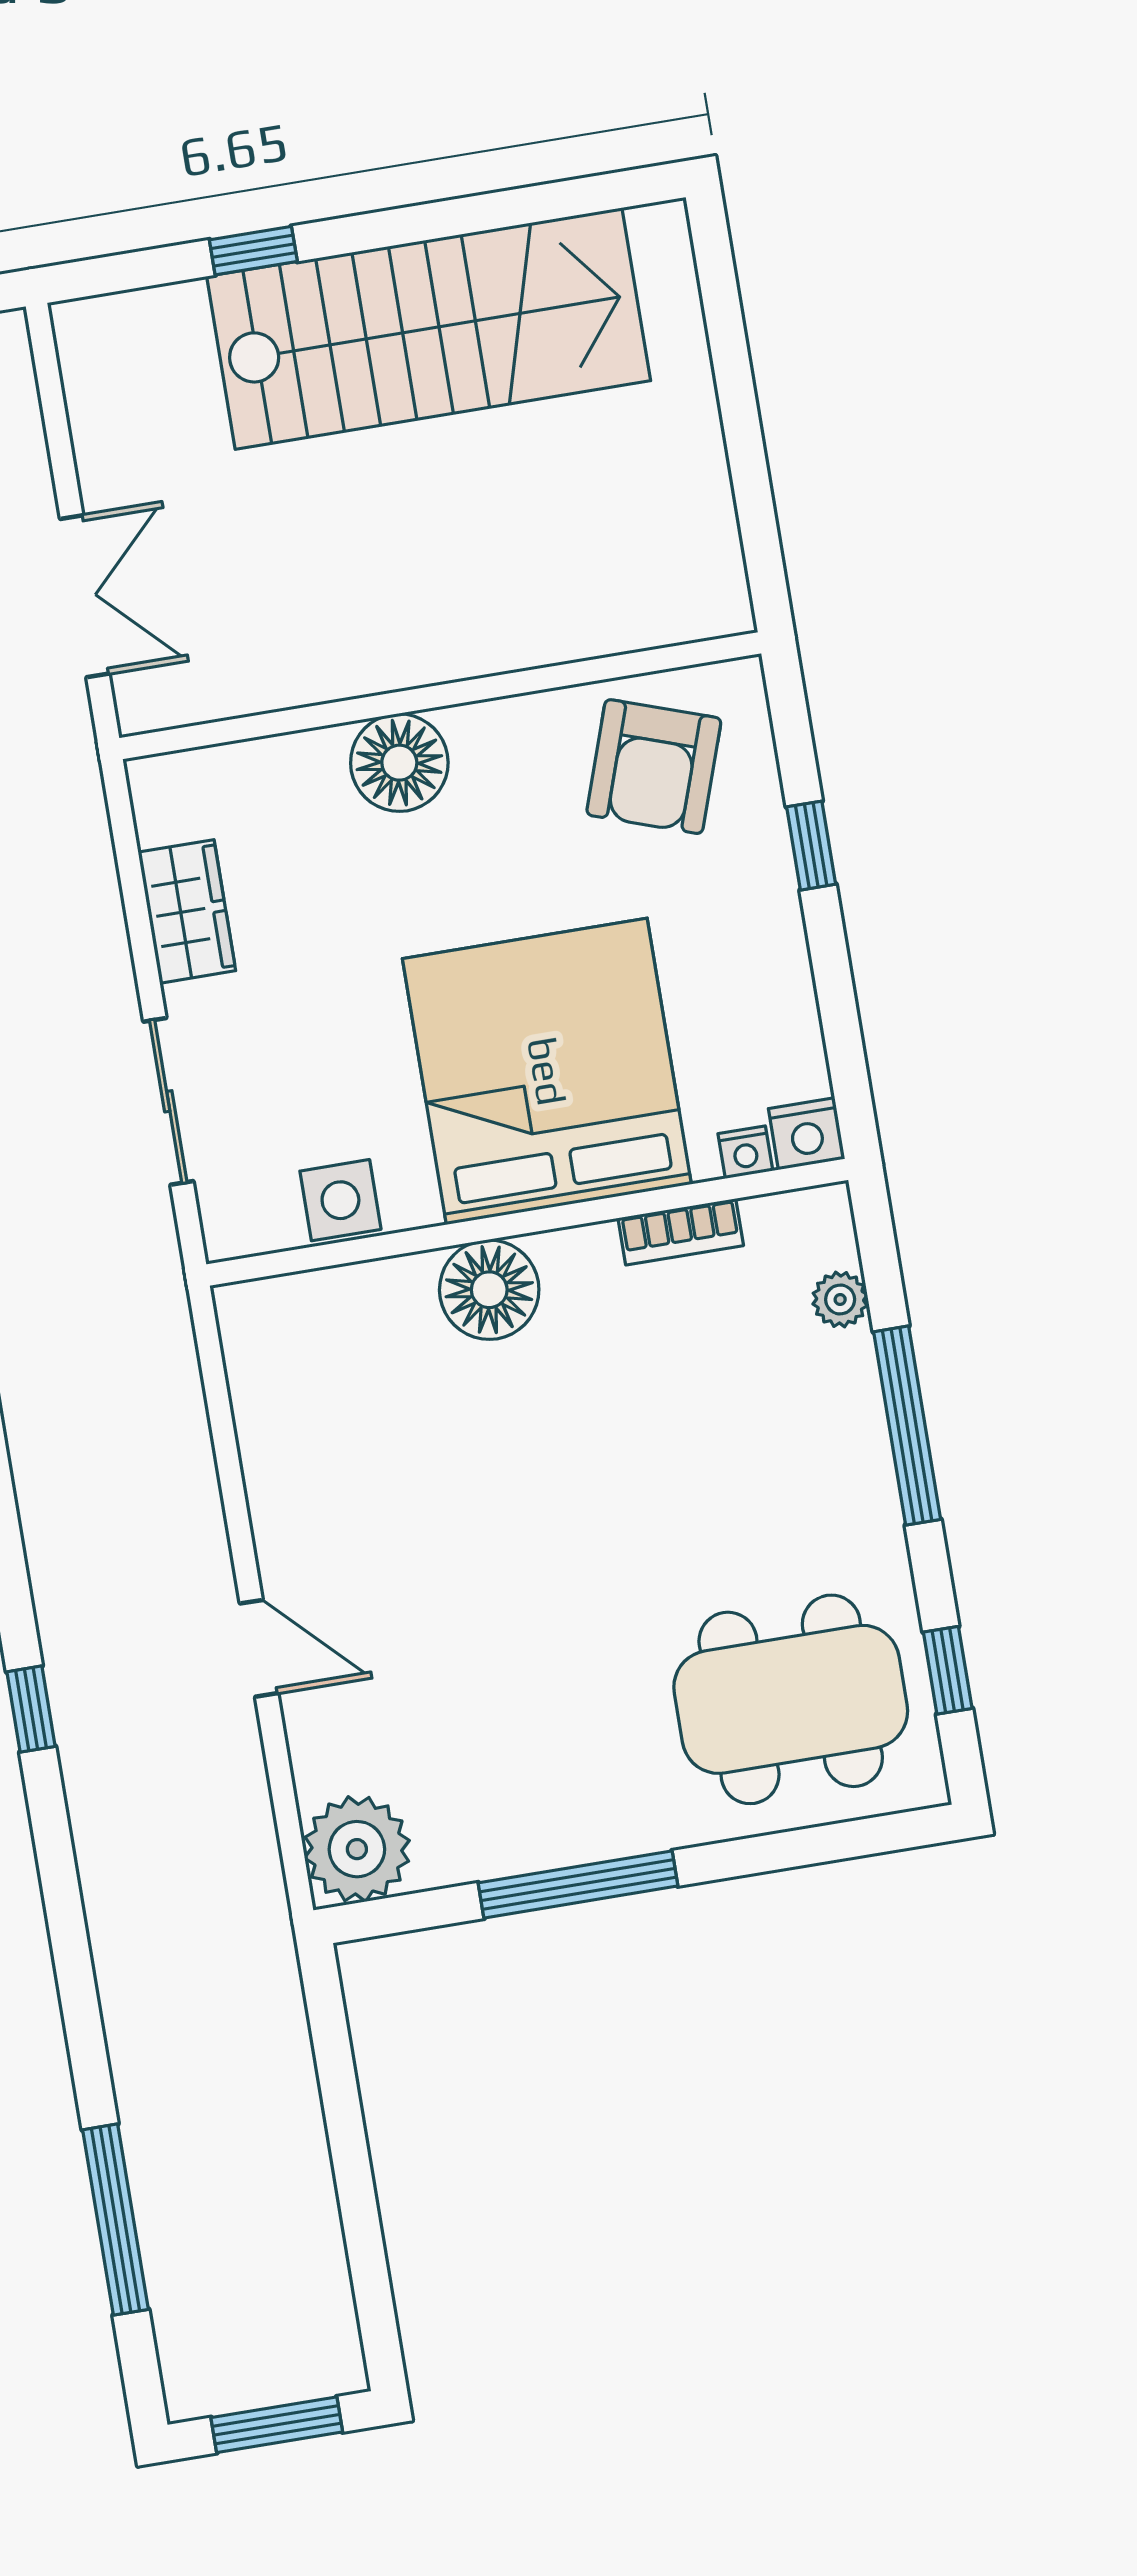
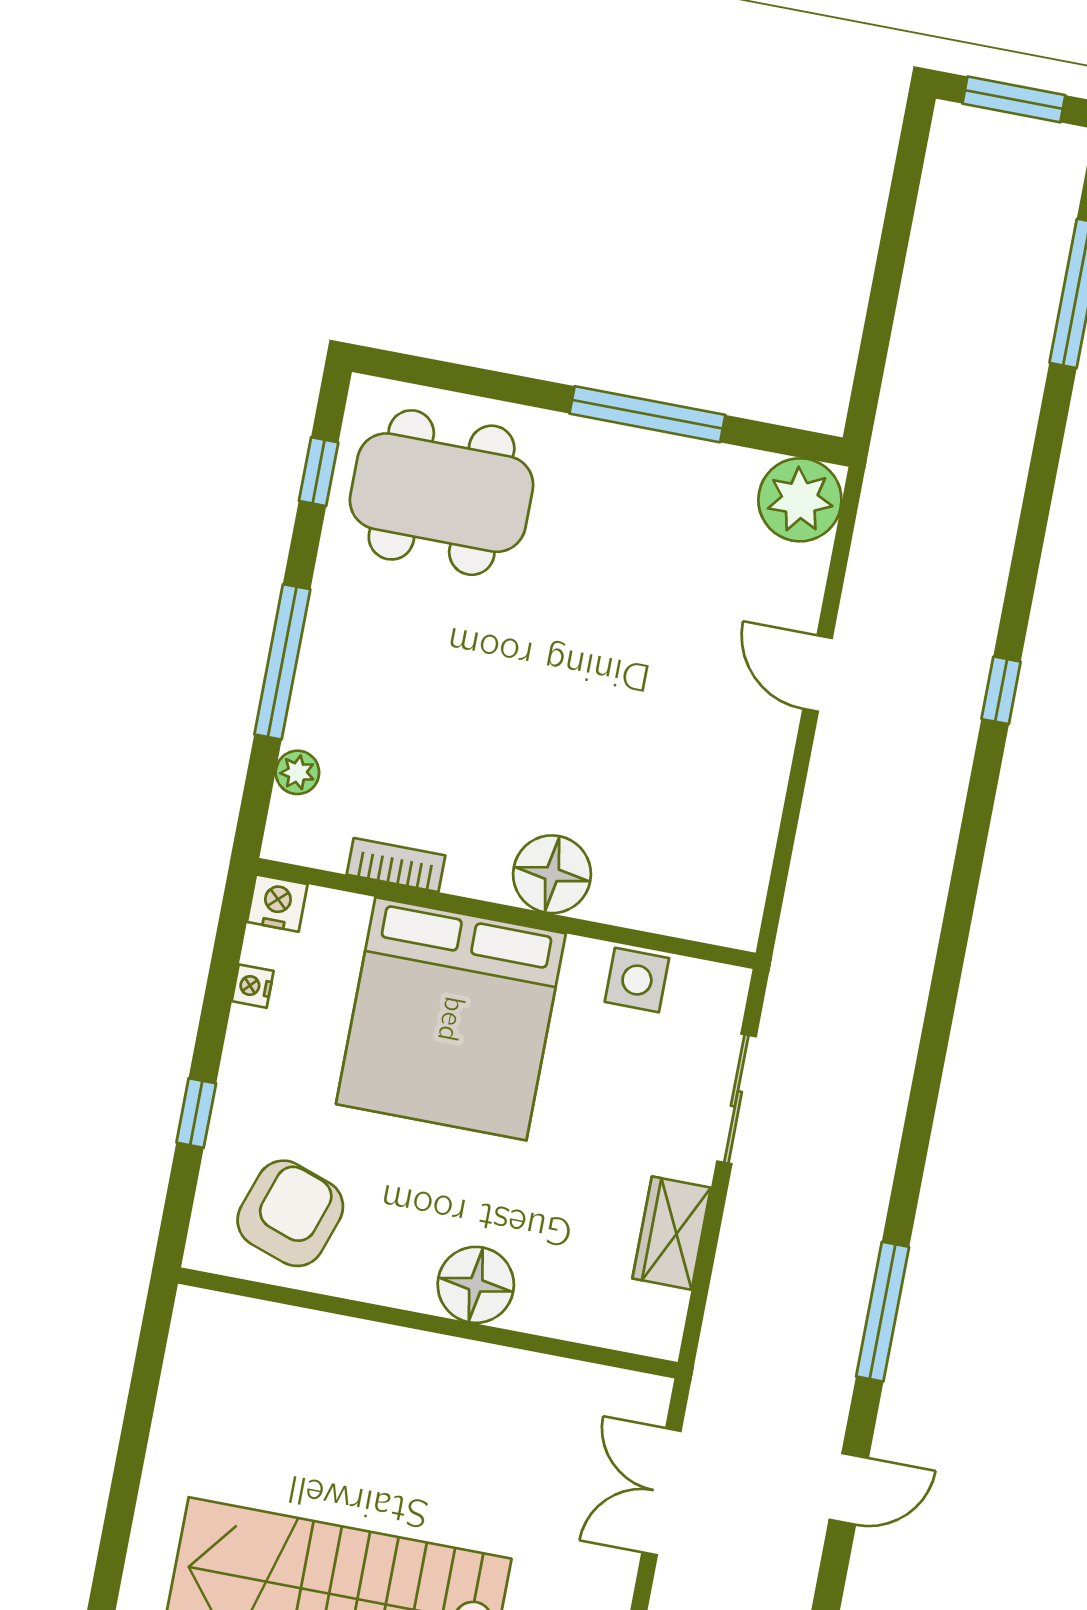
nightstand: (745, 1152) -> (253, 986), moved, turned -90

